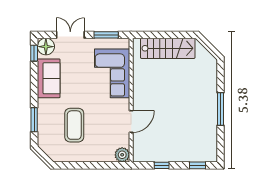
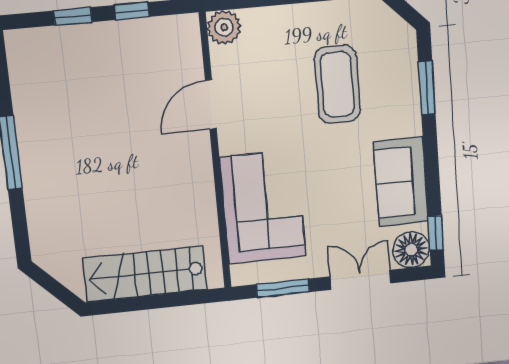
double door: (70, 35) -> (360, 280), swing flipped
window: (197, 165) -> (73, 16), moved

